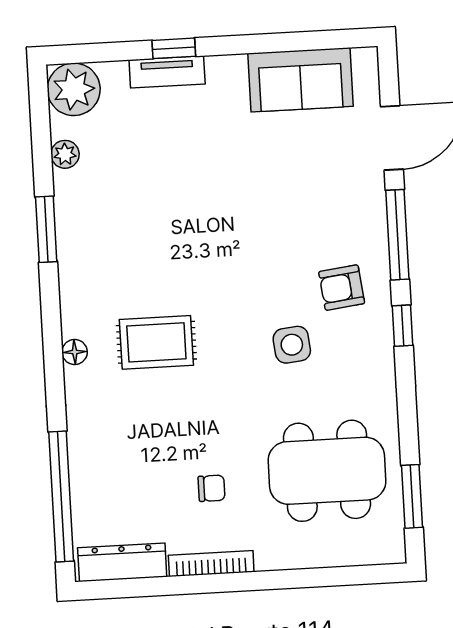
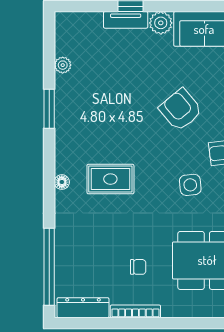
plant: (74, 89) -> (161, 23), moved, width x0.73, depth x0.73
armchair: (268, 218) -> (181, 110), added

